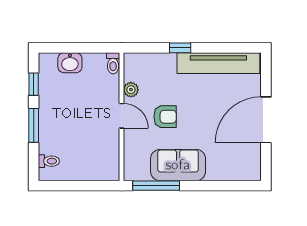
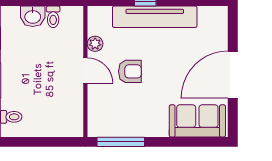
toilet: (113, 63) -> (53, 17), moved
tv unit: (218, 63) -> (155, 17), moved
sofa: (178, 165) -> (197, 121), moved

